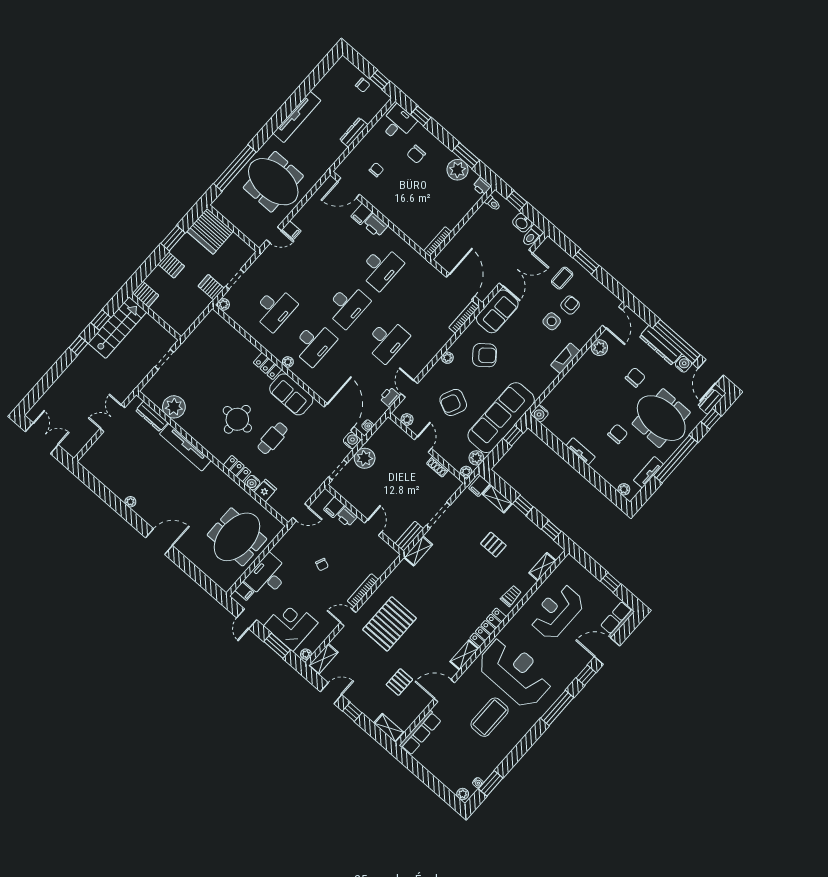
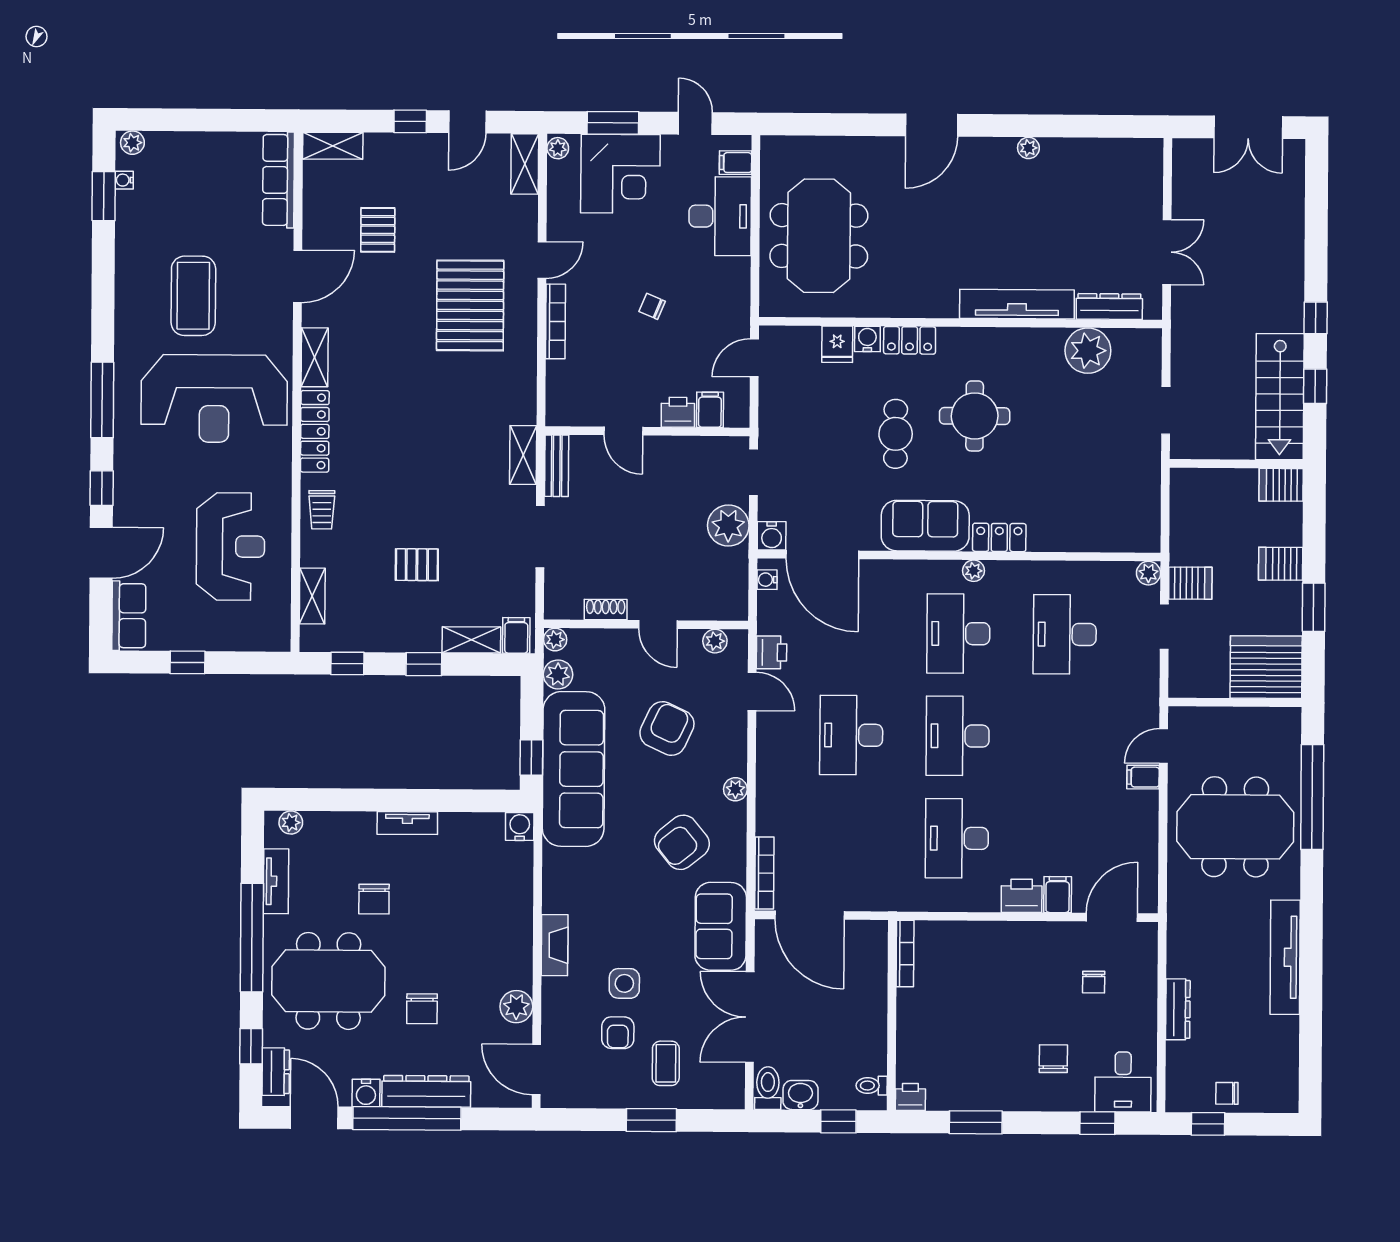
plant: (458, 170) -> (970, 1090), removed

